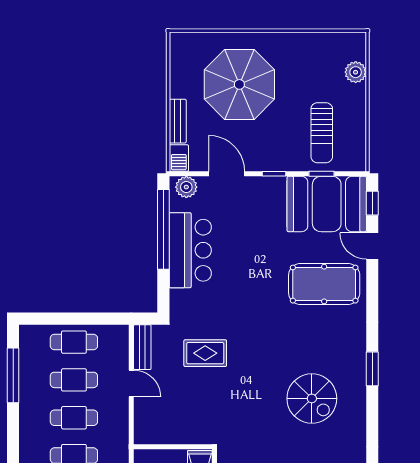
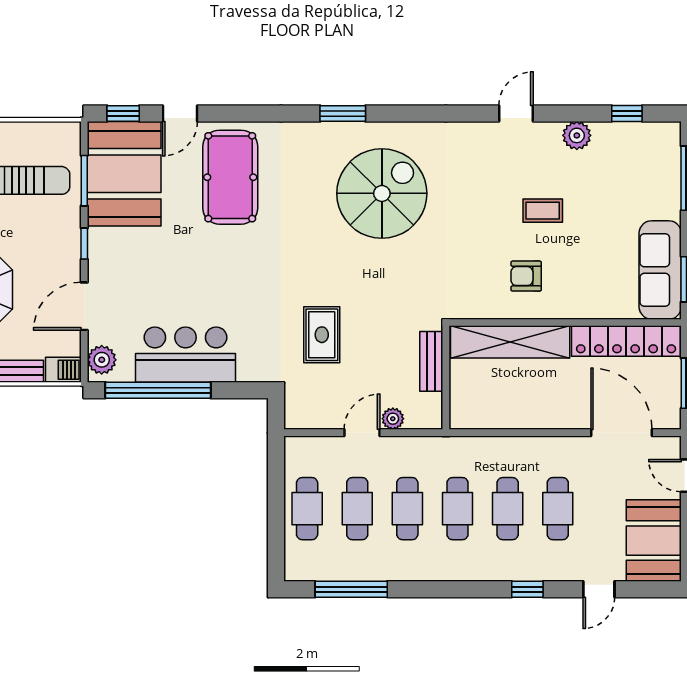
window: (322, 174) -> (84, 181), width x1.50
bench: (142, 347) -> (431, 361), moved, turned 90
spiral stairs: (312, 398) -> (382, 193), width x1.37, depth x1.37
plant: (142, 407) -> (393, 419), added

